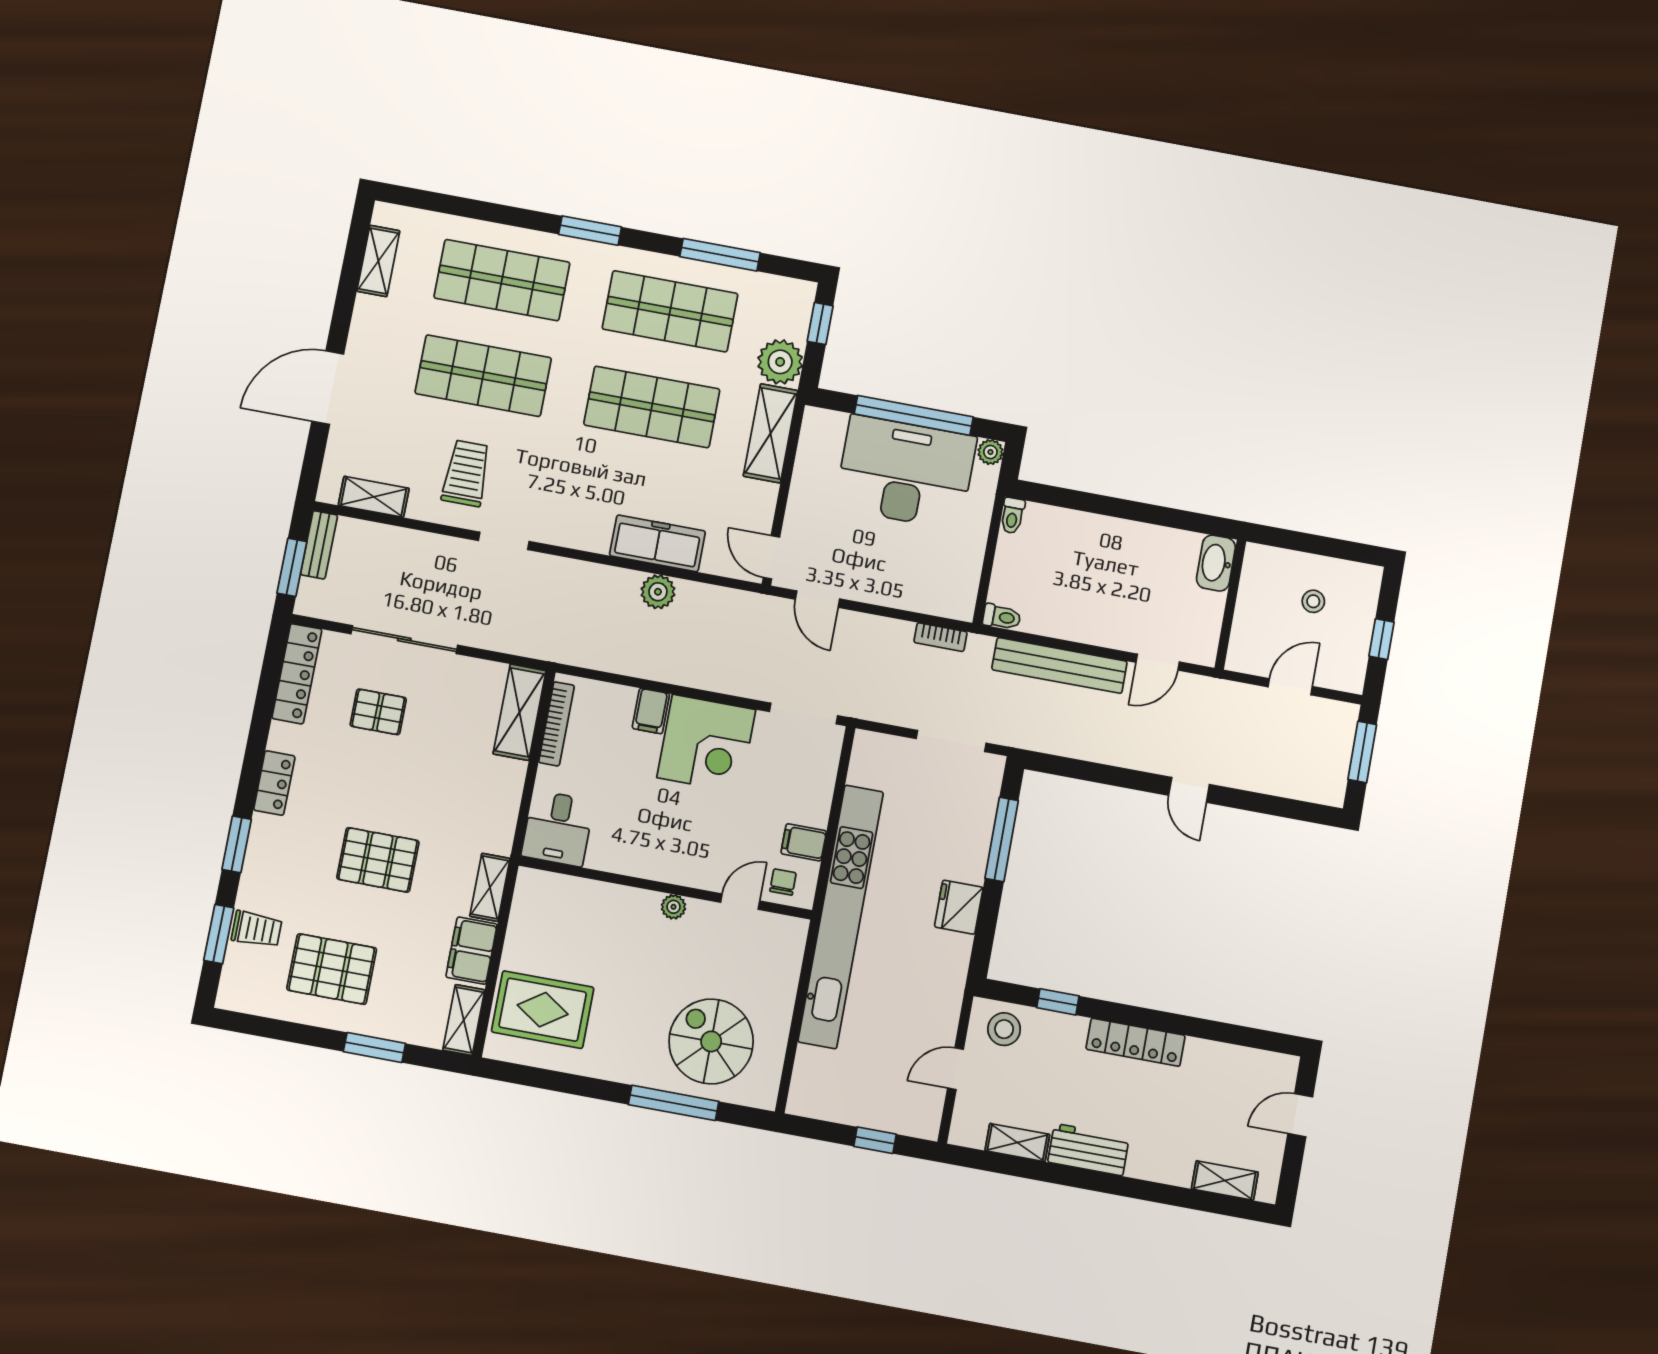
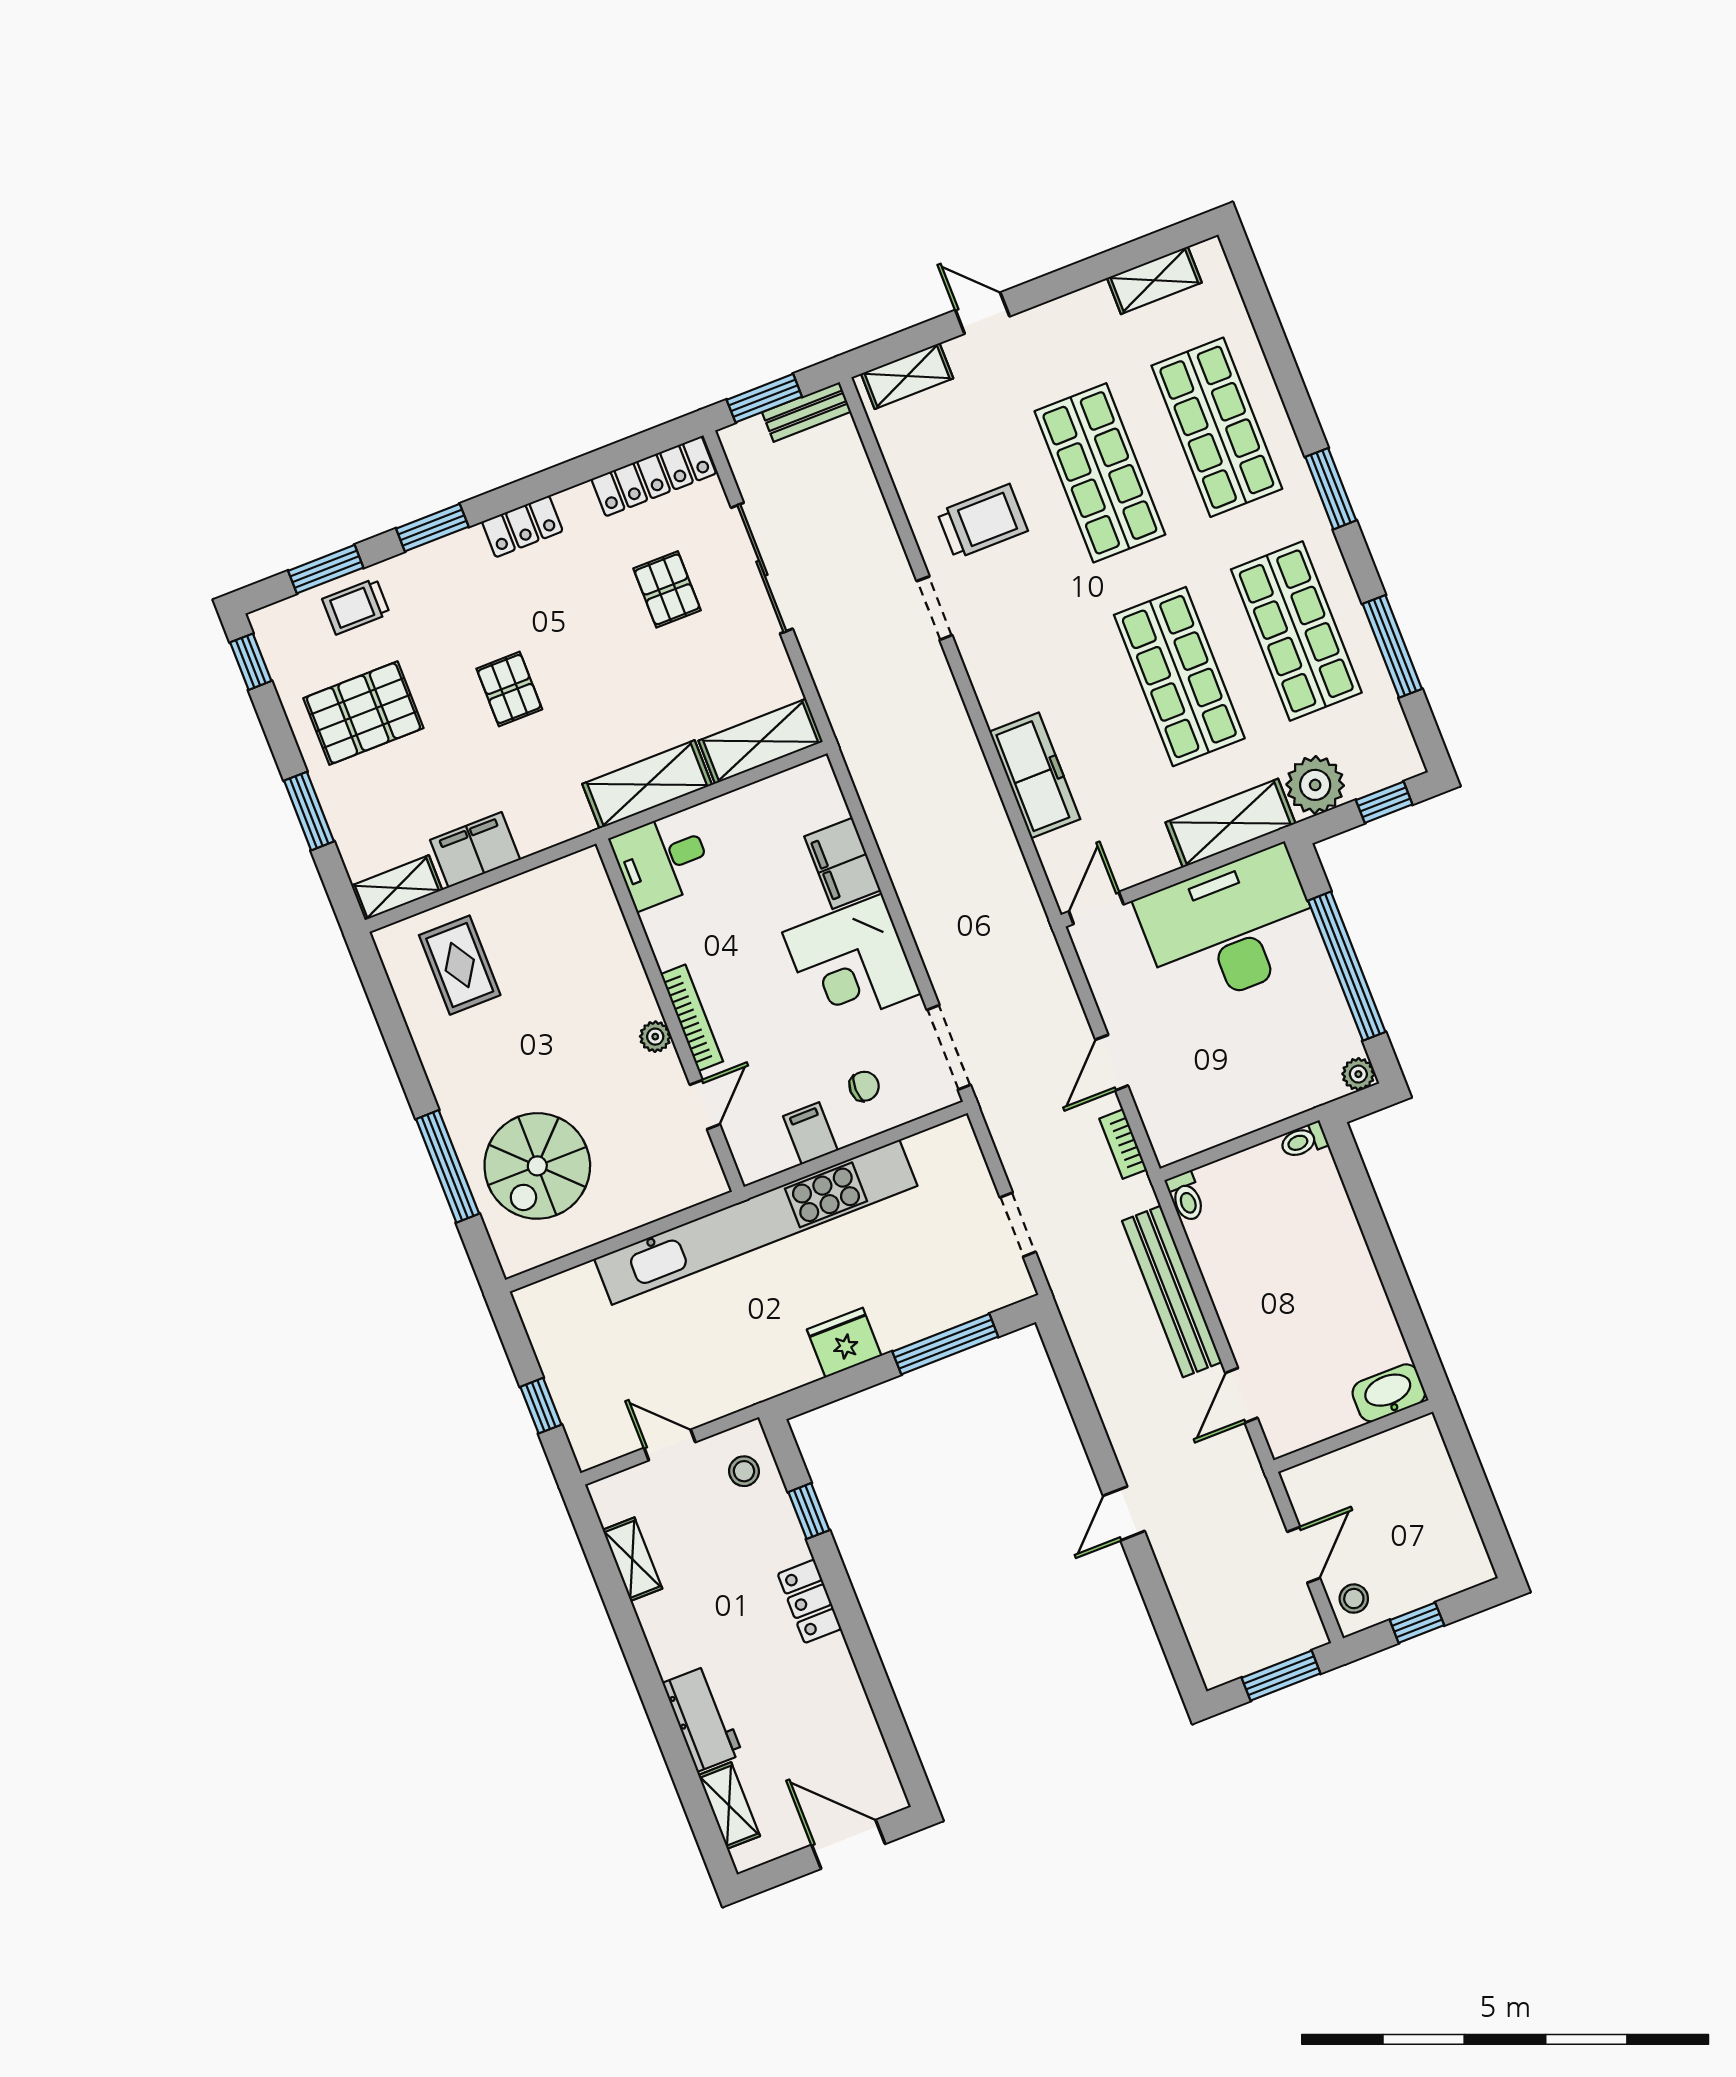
door: (328, 388) -> (982, 313), width x0.53
desk: (906, 472) -> (1230, 928), moved, turned -90
shelving: (374, 497) -> (907, 376), moved, turned 90
plant: (658, 592) -> (983, 809), removed
door: (818, 599) -> (1112, 1063), moved
stool: (1313, 601) -> (1354, 1599), moved
door: (1158, 662) -> (1241, 1395), hinge flipped
door: (1290, 687) -> (1304, 1555), hinge flipped
filing cabinet: (651, 711) -> (842, 863), width x2.00
bookcase: (556, 724) -> (692, 1018), moved, turned -90
doorway: (951, 741) -> (1018, 1225), width x0.73
pallet: (378, 860) -> (509, 689), width x0.67, depth x0.71
chair: (783, 882) -> (864, 1086), moved
shelving: (490, 887) -> (647, 784), moved, width x1.50, depth x1.33
door: (740, 902) -> (705, 1105), hinge flipped
trolley: (257, 929) -> (356, 606), turned 90
pallet: (332, 969) -> (363, 713), turned 90
rug: (543, 1010) -> (460, 965), width x0.73, depth x0.70
window: (249, 1024) -> (251, 662), added
stool: (1004, 1029) -> (744, 1471), width x0.73, depth x0.73
spiral stairs: (711, 1041) -> (537, 1166), turned 180
locker: (1135, 1042) -> (809, 1601), width x0.66
door: (1300, 1115) -> (848, 1844), width x1.37
workbench: (1089, 1150) -> (702, 1719), moved

